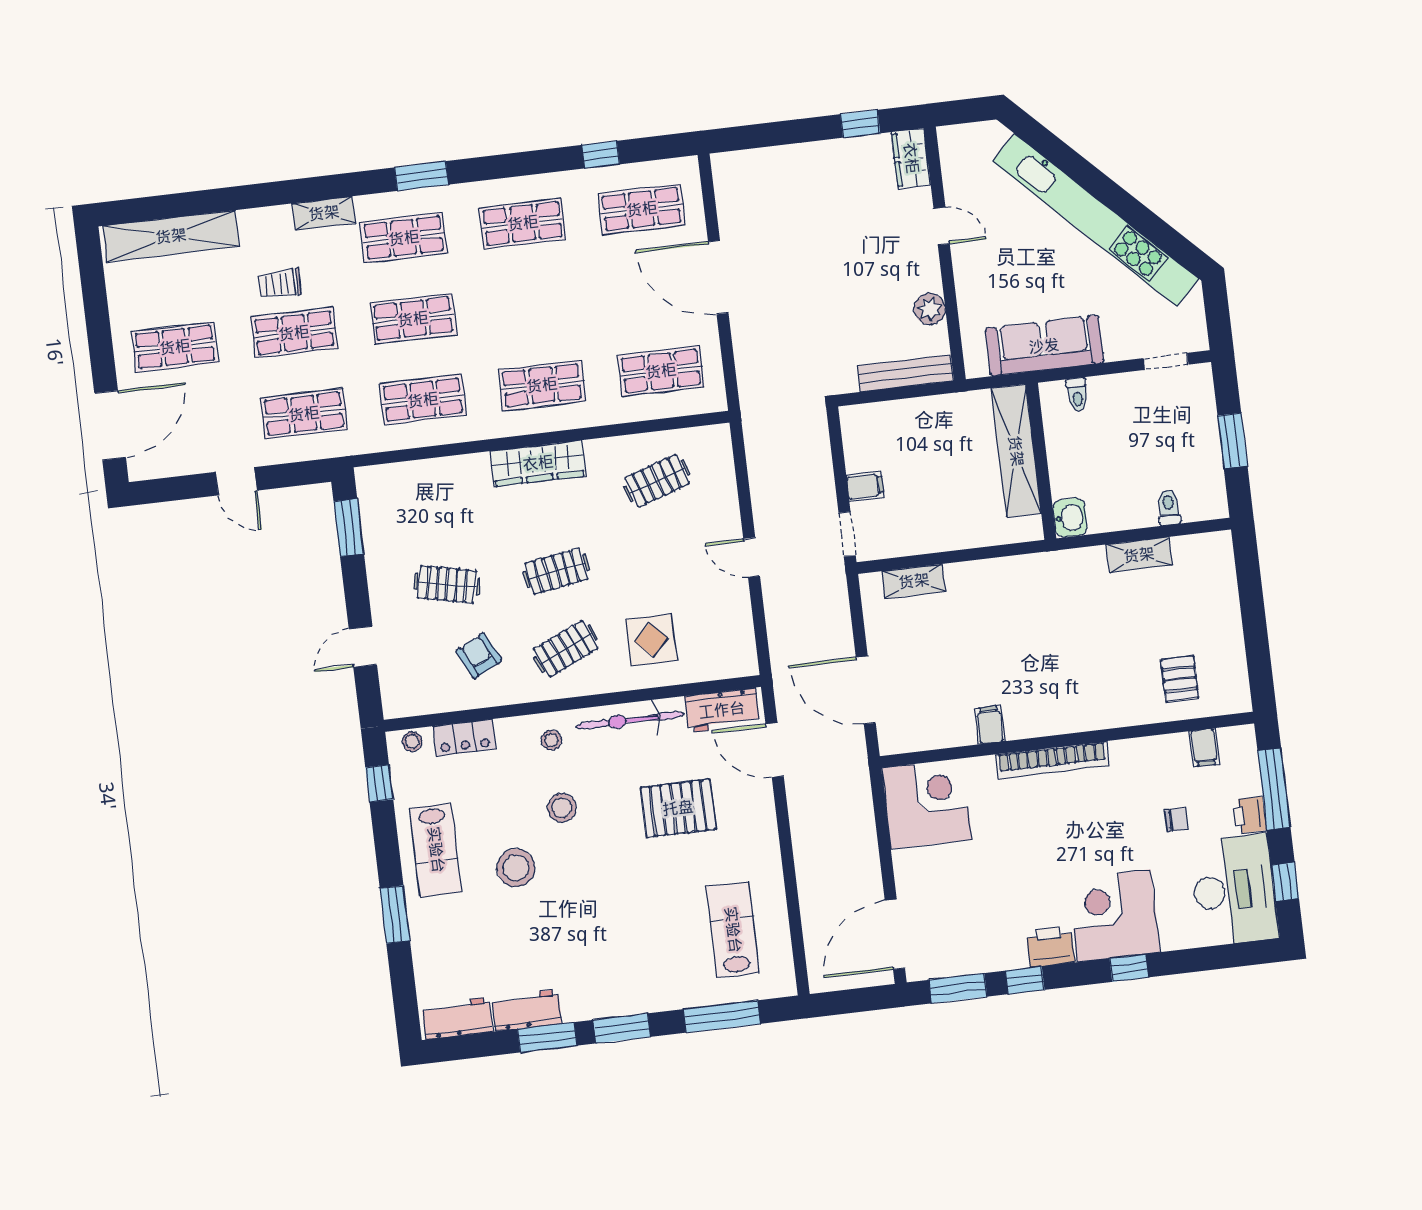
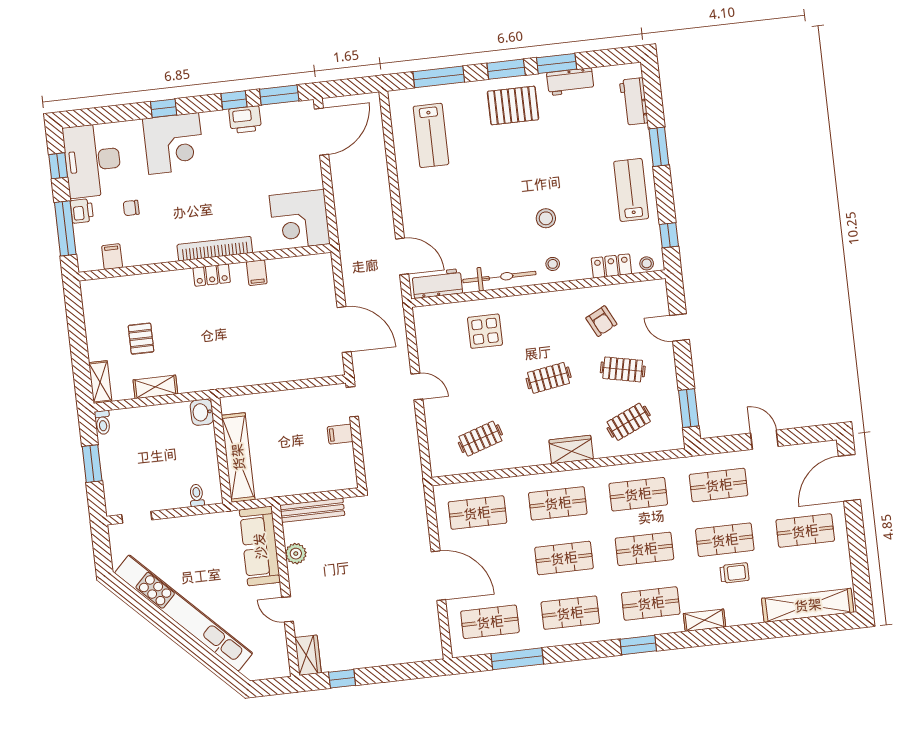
window: (601, 155) -> (517, 659), width x2.17
shop shelf: (532, 304) -> (564, 558), added
sofa: (1044, 346) -> (260, 546), moved, turned 90
wardrobe: (538, 463) -> (571, 449), width x0.67
toilet: (1169, 507) -> (103, 422), moved
shelving: (914, 581) -> (100, 382), moved, turned 90
door: (363, 647) -> (679, 328), swing flipped
clothes rail: (566, 649) -> (629, 422), moved
pallet: (1180, 679) -> (141, 339), moved
door: (866, 690) -> (344, 330), moved
locker: (1057, 721) -> (212, 275), added
pallet: (678, 808) -> (513, 105), moved
stool: (516, 868) -> (577, 178), removed
printer: (1050, 947) -> (245, 120), moved
workbench: (457, 1018) -> (634, 101), moved, turned 90

